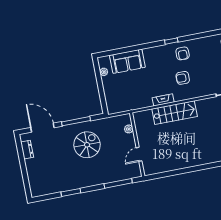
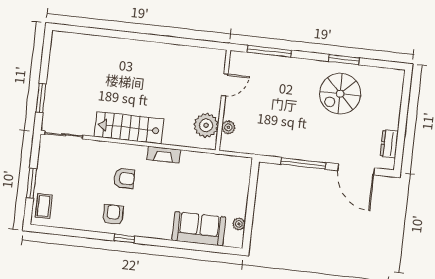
stairs: (175, 113) -> (129, 128), moved
plant: (143, 126) -> (206, 125), added
spiral stairs: (87, 145) -> (340, 94), moved

